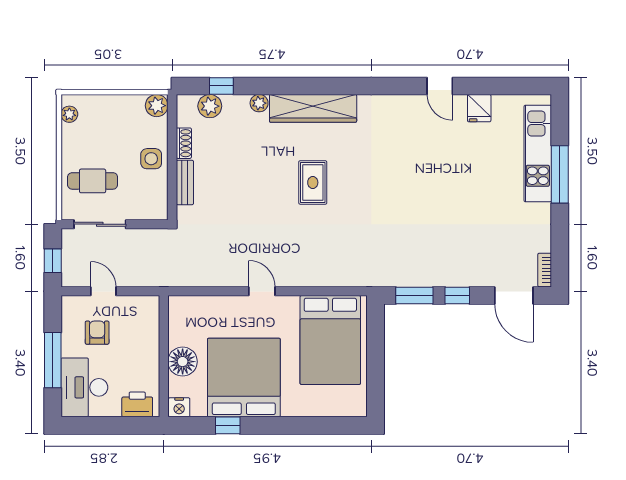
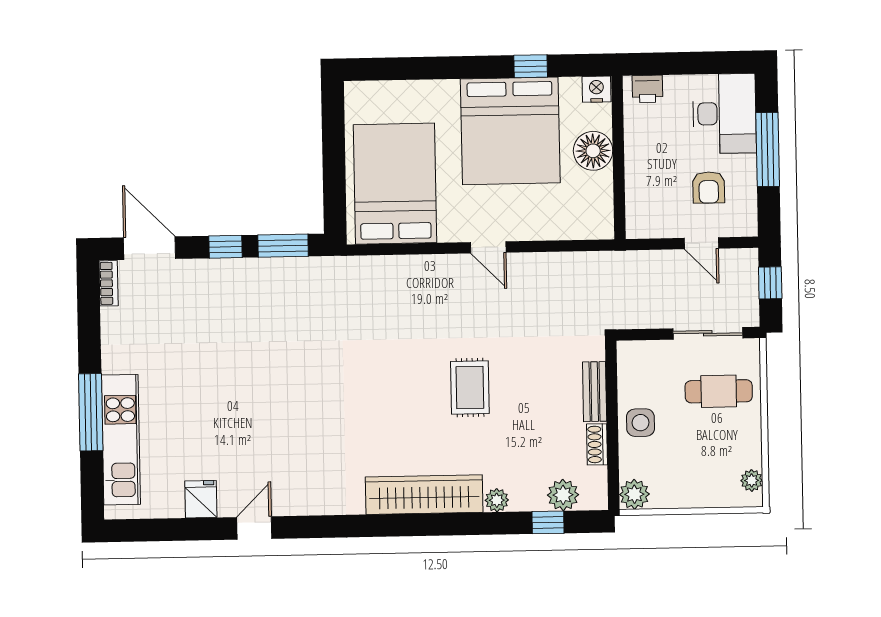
door: (440, 86) -> (254, 528), hinge flipped
rug: (313, 182) -> (470, 388), moved
printer: (137, 404) -> (647, 89), width x0.73, depth x0.81

